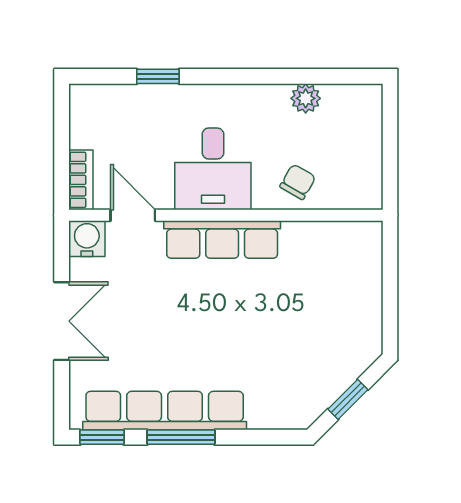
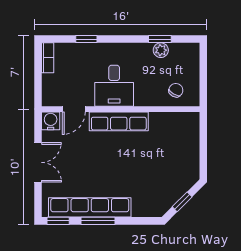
window: (304, 76) -> (160, 39), added
bookcase: (81, 180) -> (48, 58), moved
chair: (298, 182) -> (176, 90), moved
door: (133, 215) -> (74, 109), swing flipped

